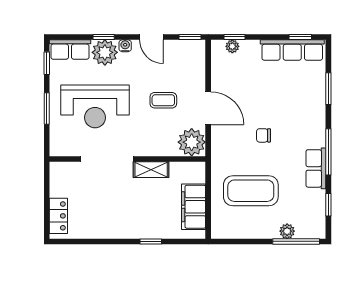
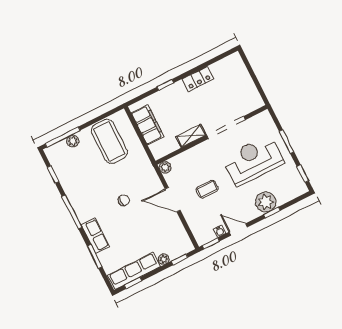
water cooler: (125, 46) -> (220, 231), moved
plant: (232, 46) -> (164, 259), moved
row of seats: (70, 50) -> (291, 192), removed
plant: (192, 142) -> (165, 167), width x0.53, depth x0.53
row of seats: (316, 168) -> (95, 236), moved
coffee table: (251, 191) -> (109, 141), moved, turned 90
locker: (58, 216) -> (198, 79), moved, turned -90

